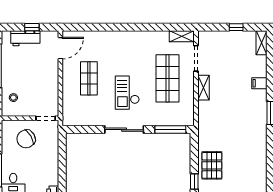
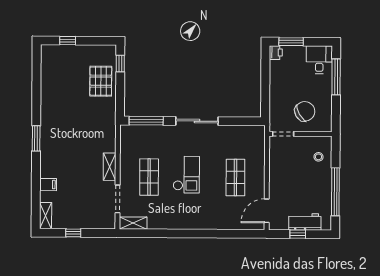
shop shelf: (167, 78) -> (149, 177), width x0.70, depth x0.74
filing cabinet: (259, 83) -> (48, 185), moved
checkout: (127, 93) -> (186, 175), moved

